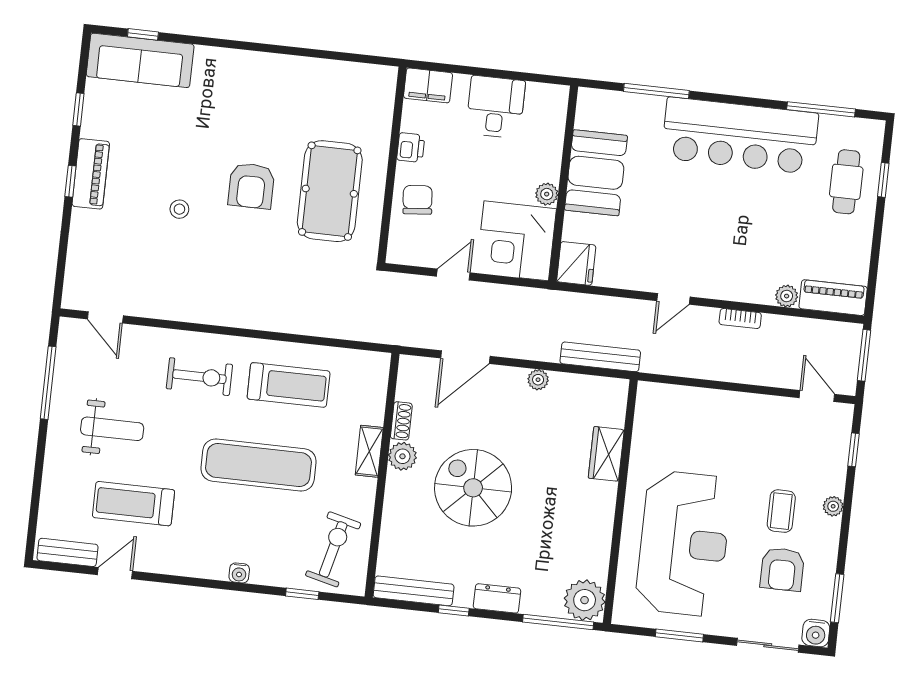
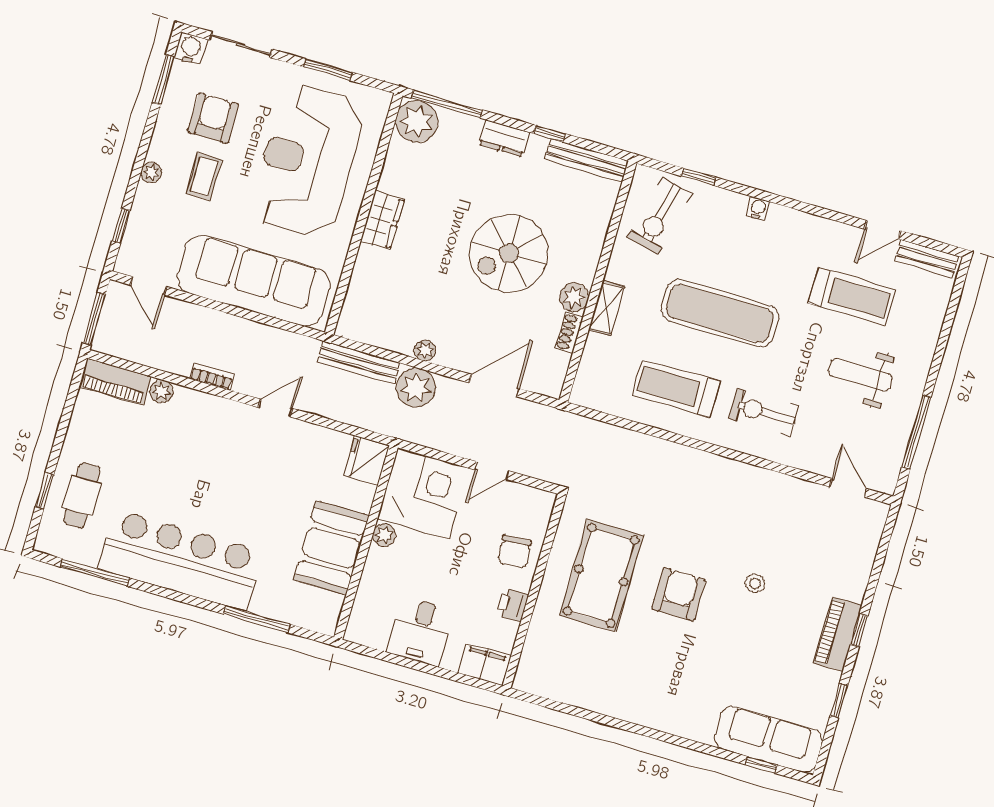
plant: (541, 342) -> (416, 388), added
sofa: (716, 418) -> (254, 281), added
wardrobe: (606, 454) -> (382, 220), moved
spiral stairs: (473, 488) -> (509, 253), turned 90

